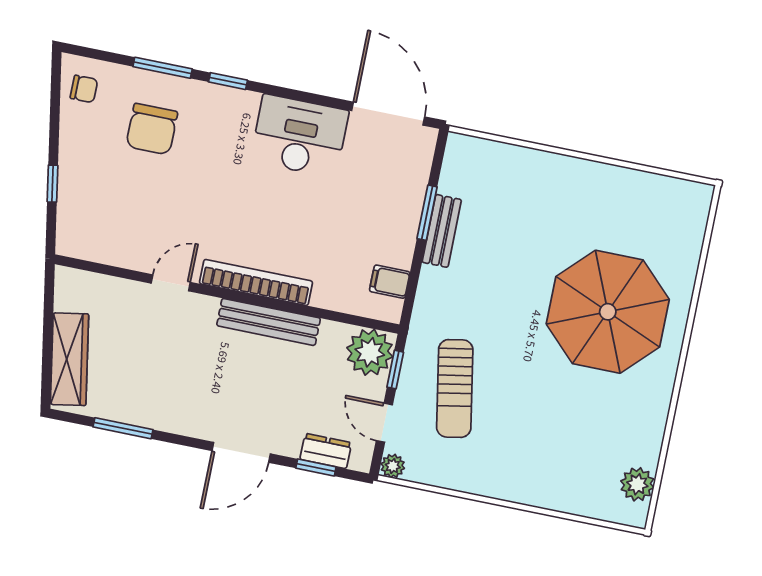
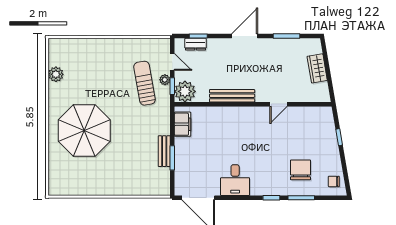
desk: (300, 136) -> (235, 180), width x0.73
bookcase: (256, 282) -> (241, 112), removed
filing cabinet: (390, 282) -> (183, 124), width x2.00
wardrobe: (70, 359) -> (317, 68), width x0.67
door: (241, 452) -> (245, 36), moved
plant: (393, 466) -> (165, 80), moved
plant: (637, 484) -> (56, 74), moved

